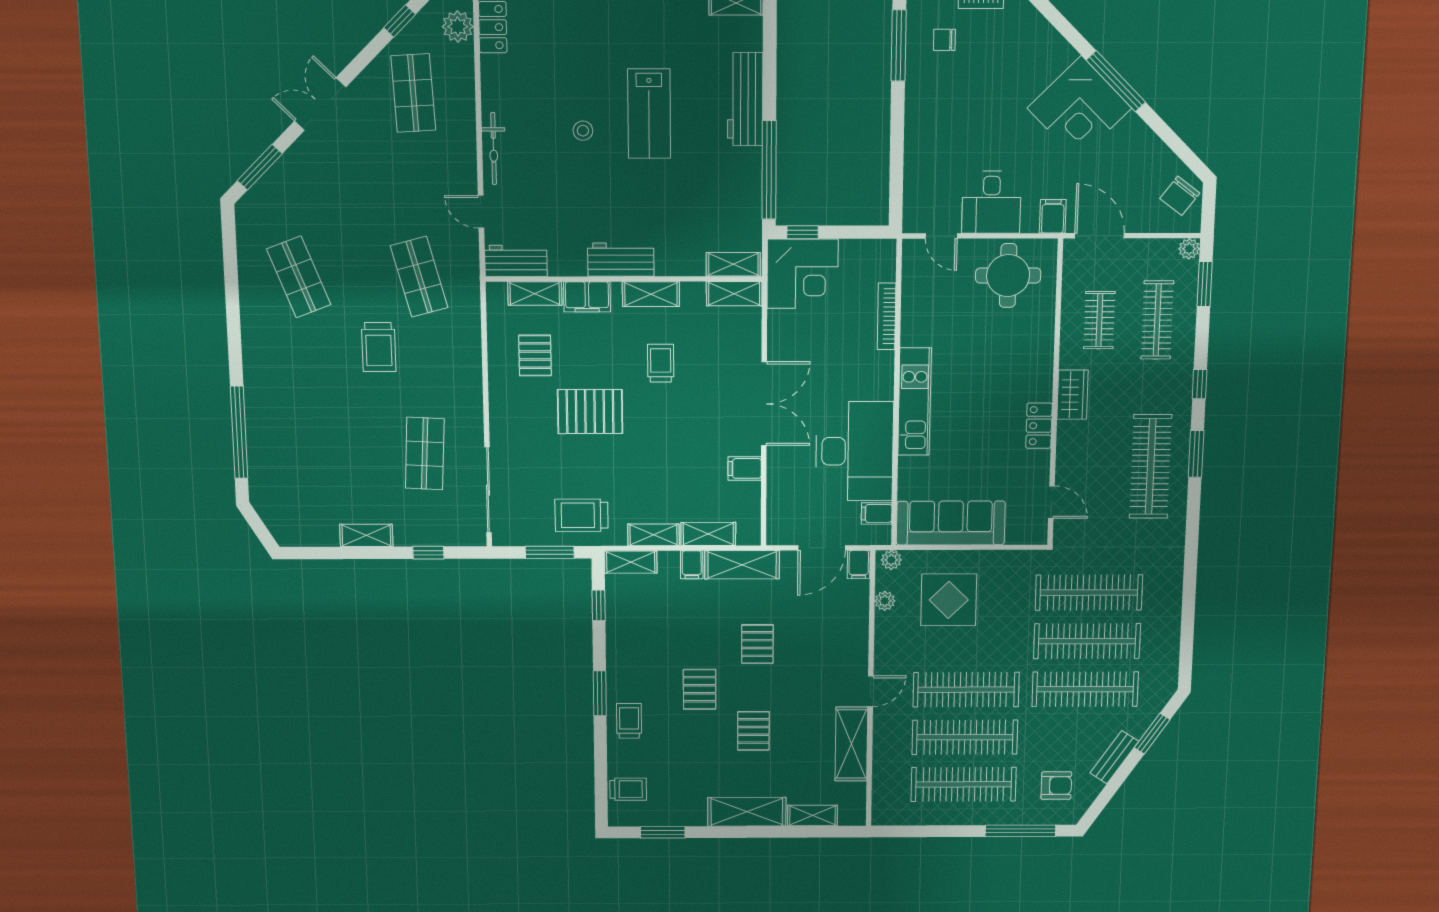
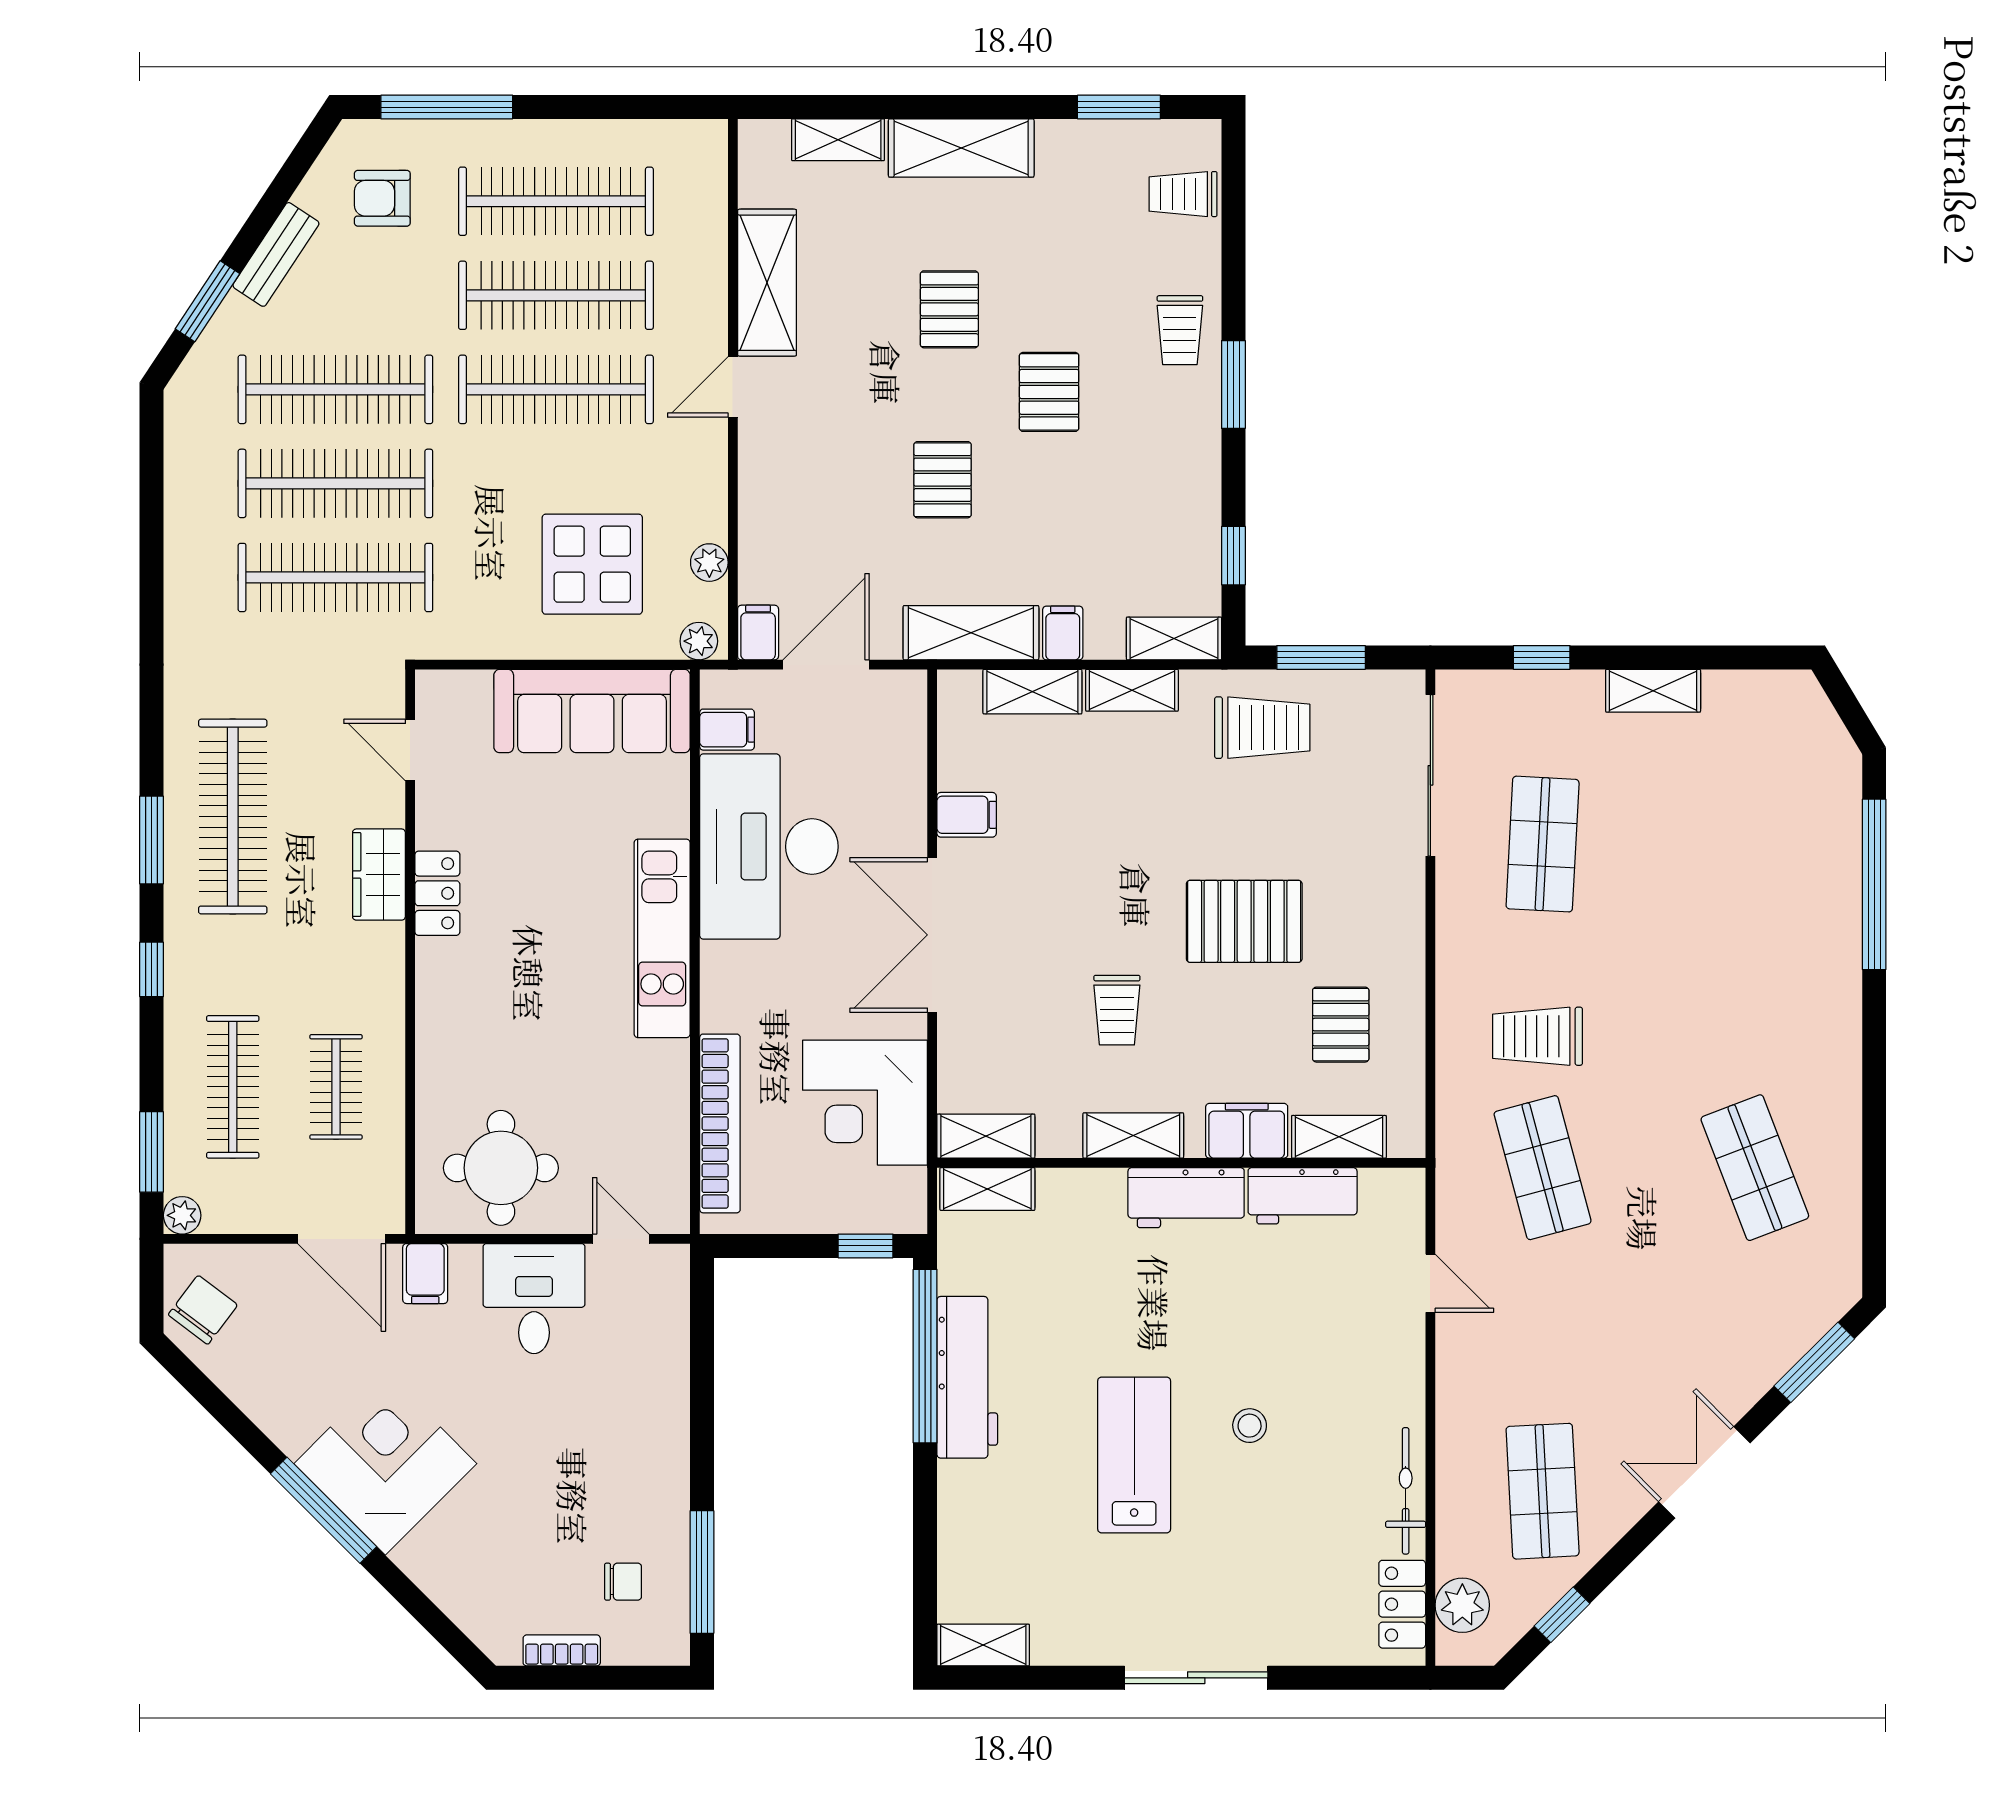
workbench: (745, 99) -> (967, 1377), moved
double door: (320, 104) -> (1704, 1472), swing flipped
bicycle: (494, 149) -> (1406, 1491), moved
workbench: (516, 261) -> (1303, 1196), moved
corner desk: (803, 274) -> (865, 1103), moved, turned -90
bookcase: (887, 316) -> (720, 1123), width x1.48, depth x1.31
trolley: (379, 347) -> (1537, 1036), moved, turned -90
wardrobe: (1072, 395) -> (379, 875), moved

